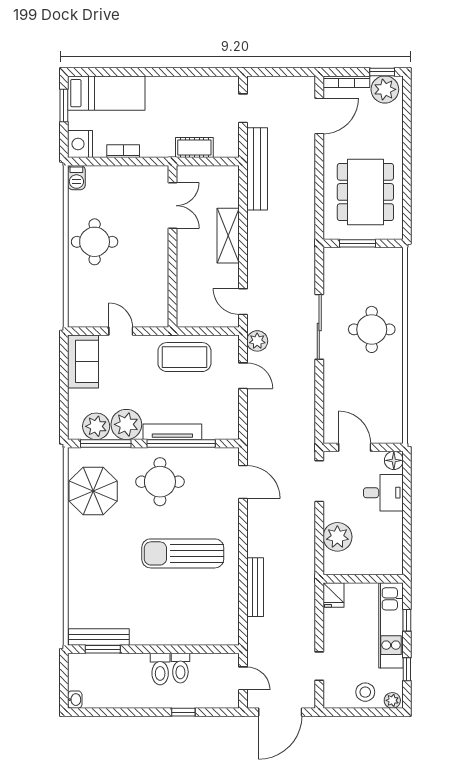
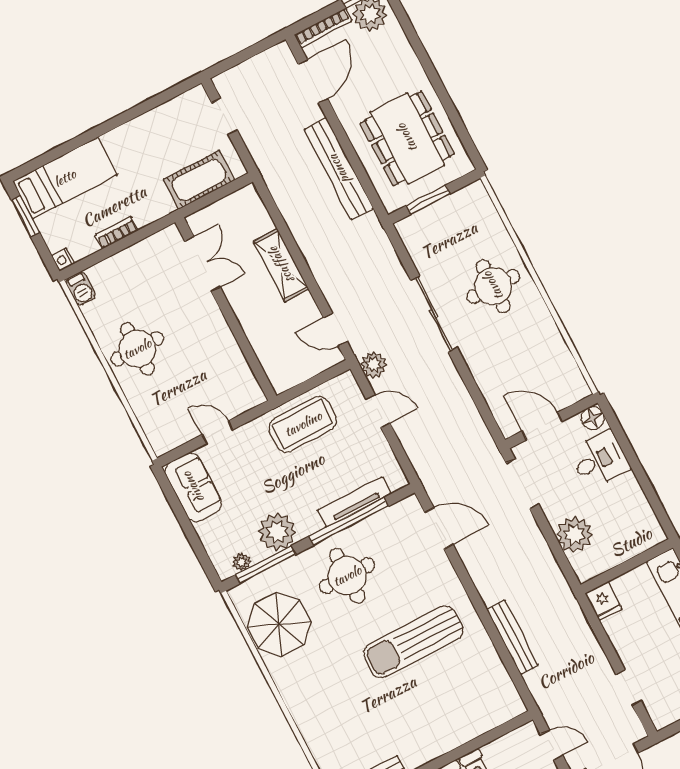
nightstand: (80, 144) -> (63, 260), width x0.53, depth x0.56
cot: (194, 148) -> (199, 180), width x1.37, depth x1.34
bench: (257, 169) -> (339, 169), moved
plant: (96, 426) -> (242, 562), width x0.53, depth x0.53
tv unit: (172, 432) -> (354, 502), moved

